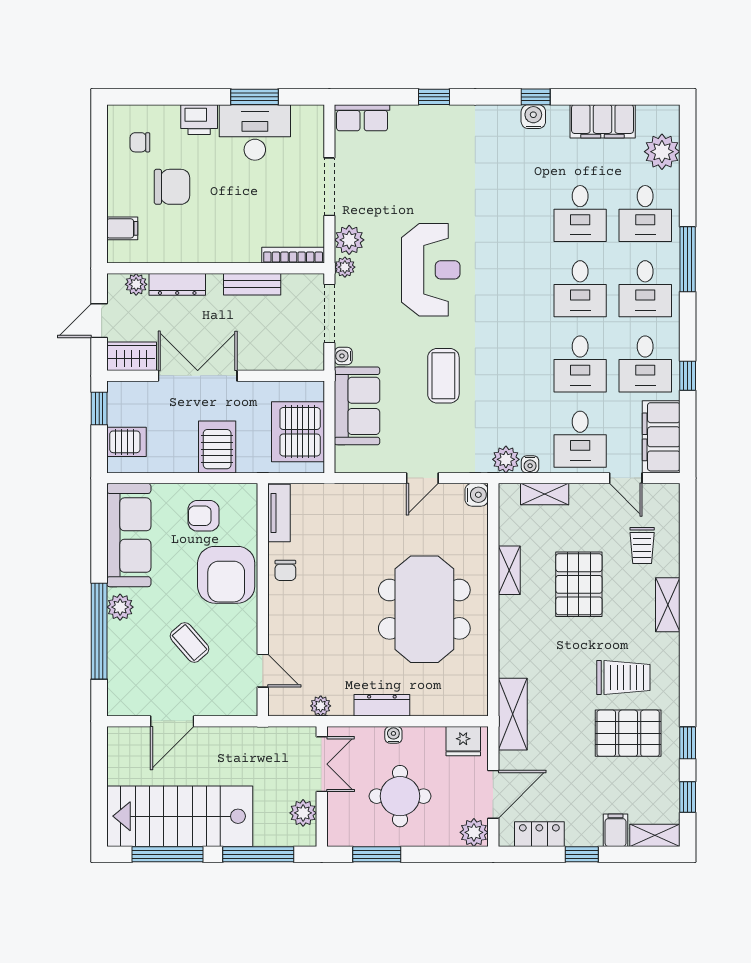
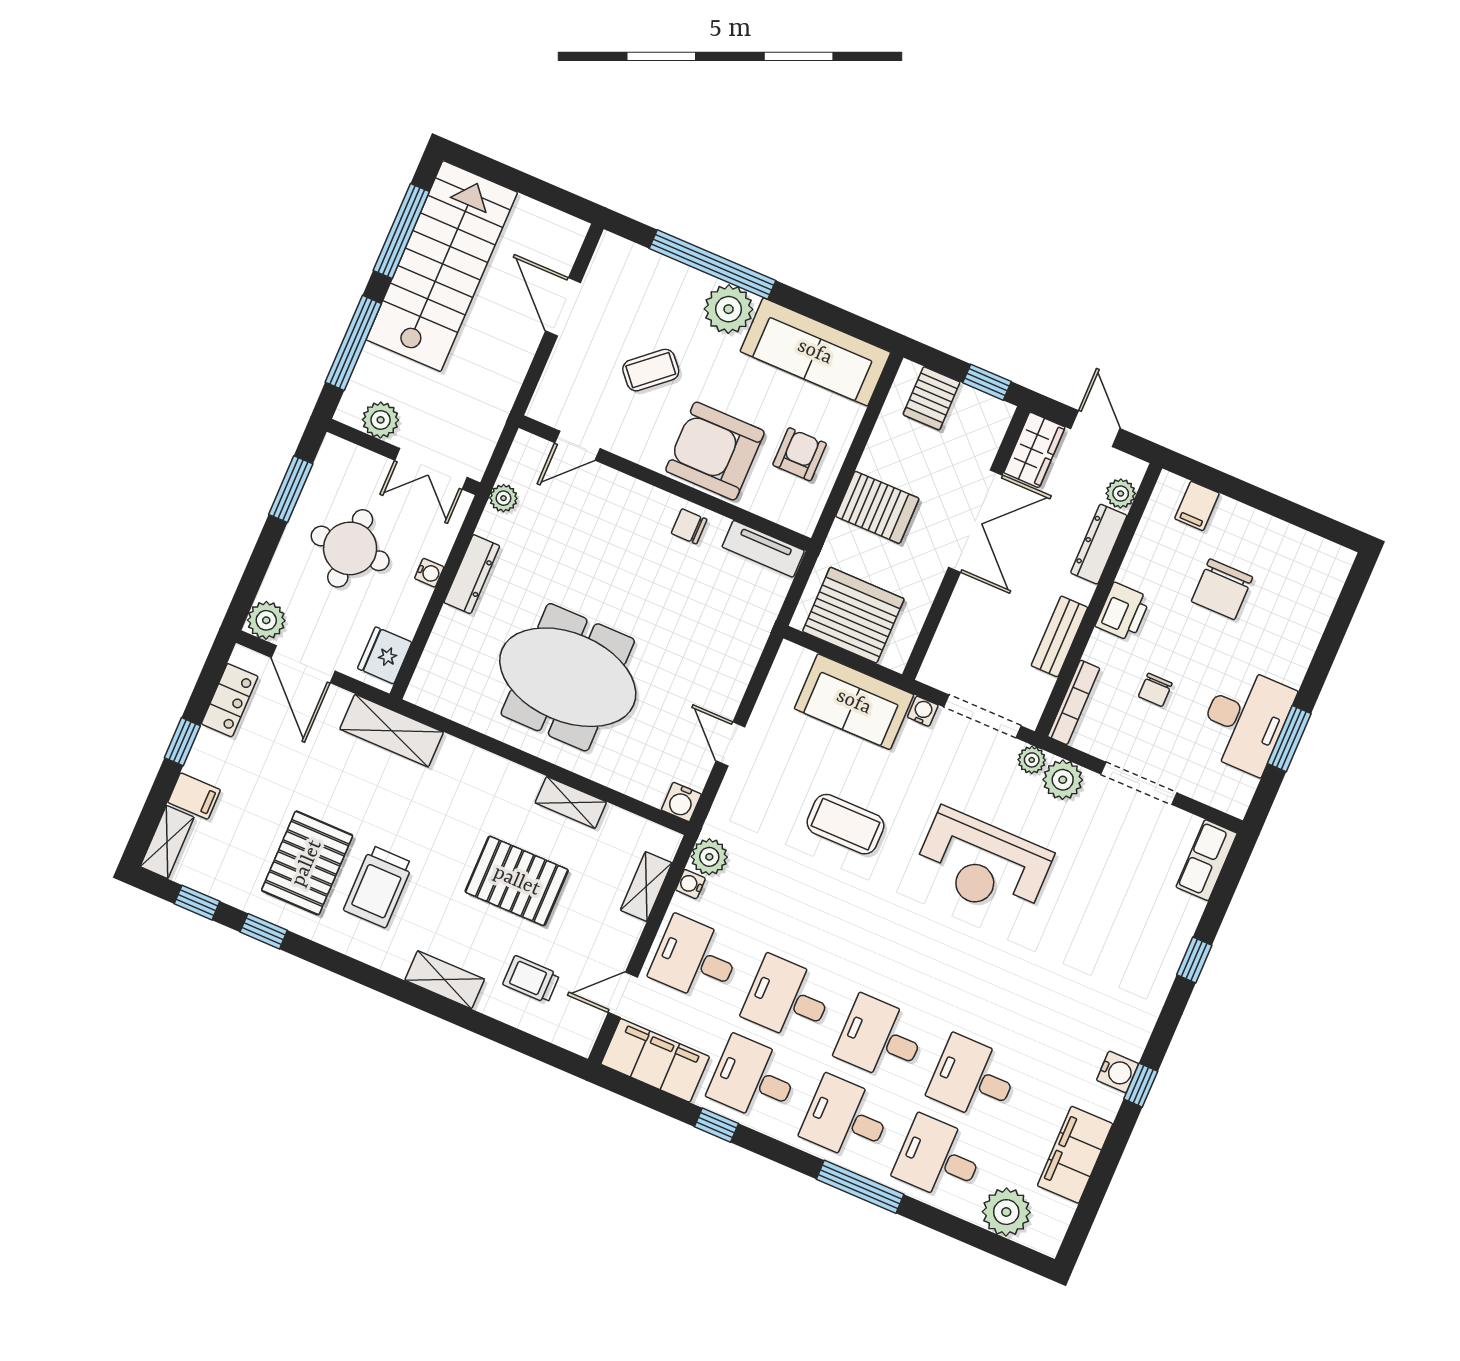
printer: (199, 120) -> (1123, 612), moved, turned 180
chair: (140, 142) -> (1155, 690), moved, turned 180
plant: (120, 607) -> (729, 309), width x1.36, depth x1.36

